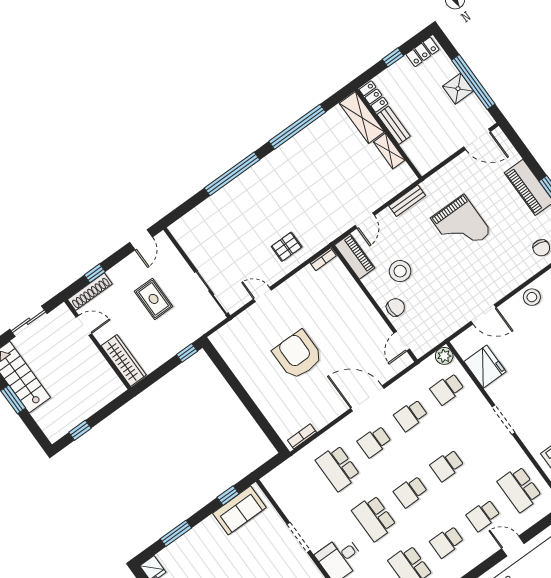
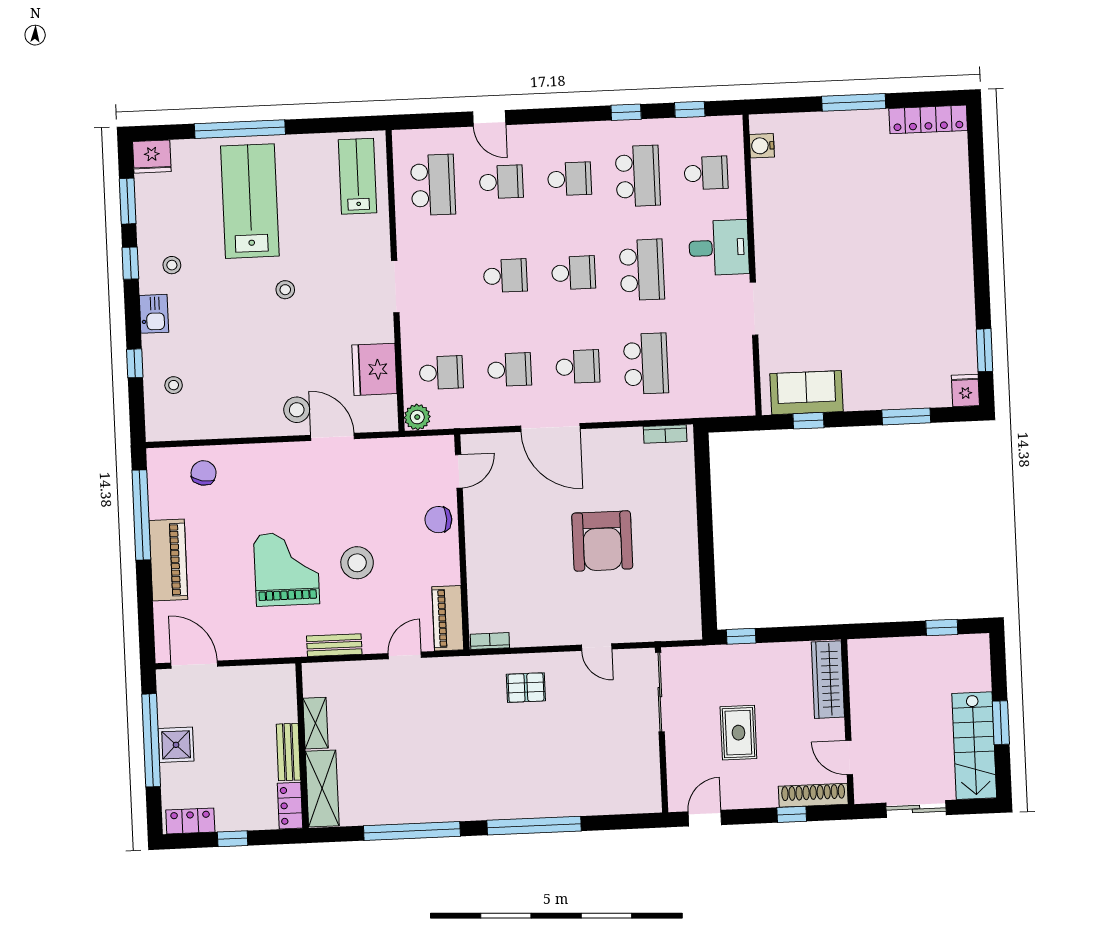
stool: (400, 271) -> (357, 563), moved
stool: (532, 297) -> (297, 410), moved

